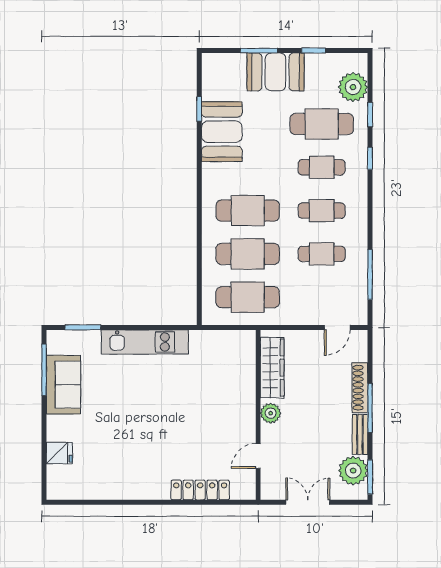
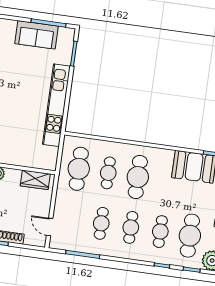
cafe table: (248, 254) -> (108, 173), width x0.73, depth x0.74
kitchen unit: (145, 342) -> (56, 105), width x1.36
wardrobe: (272, 368) -> (35, 180), width x0.67

